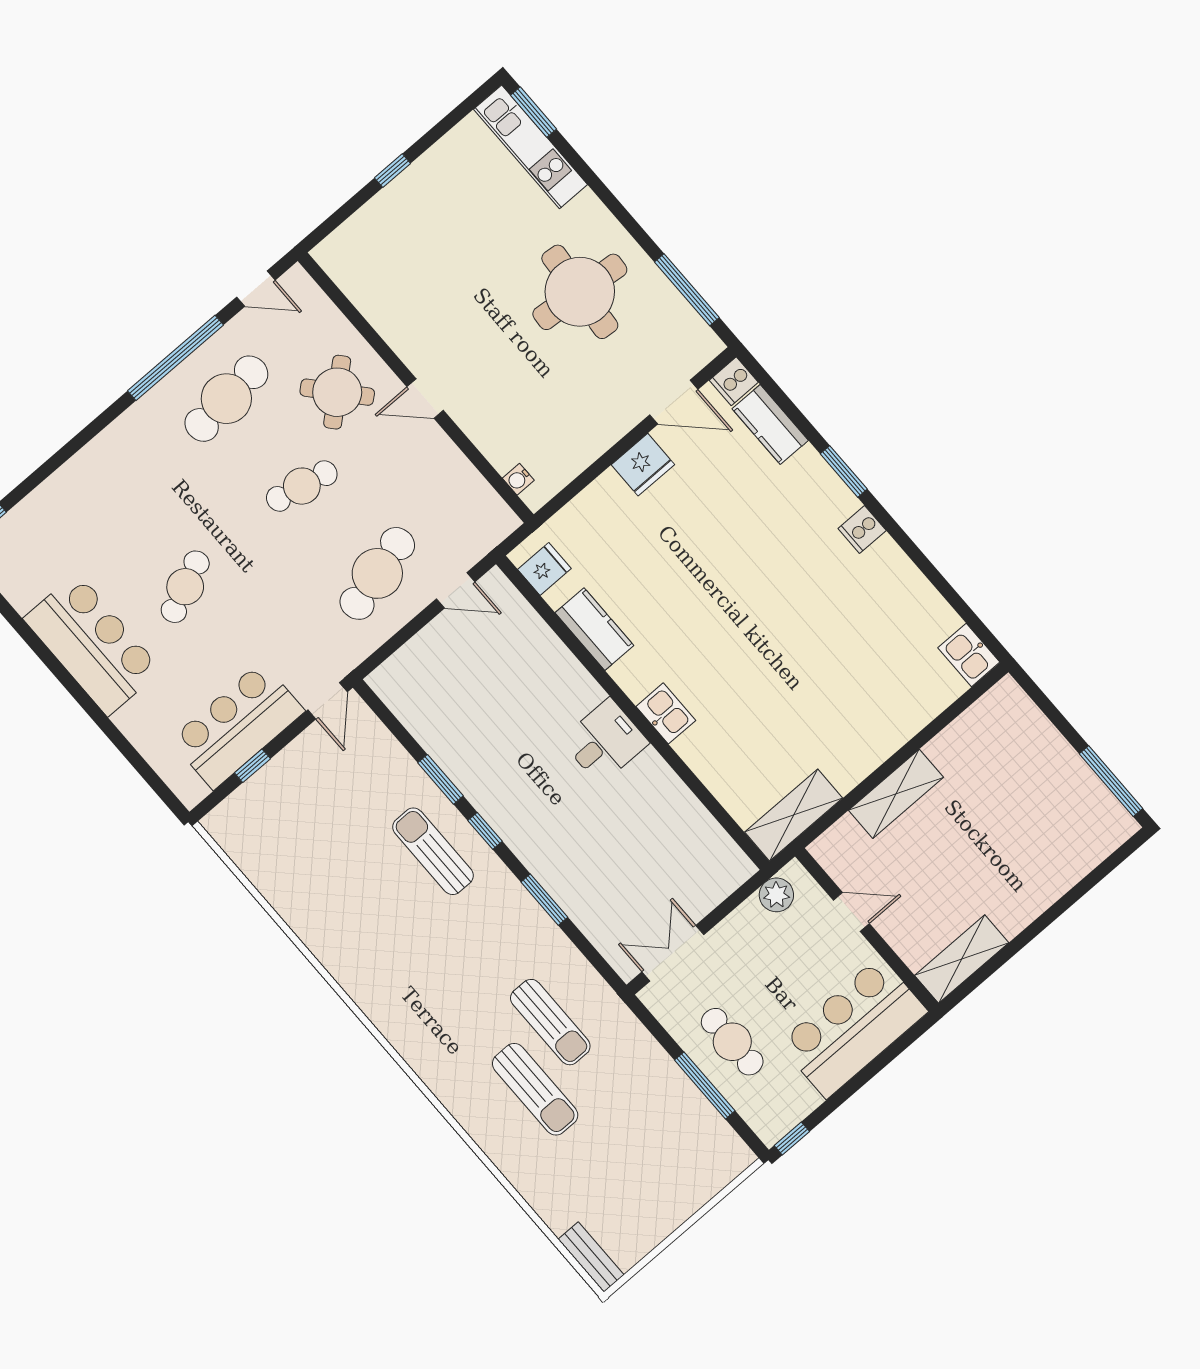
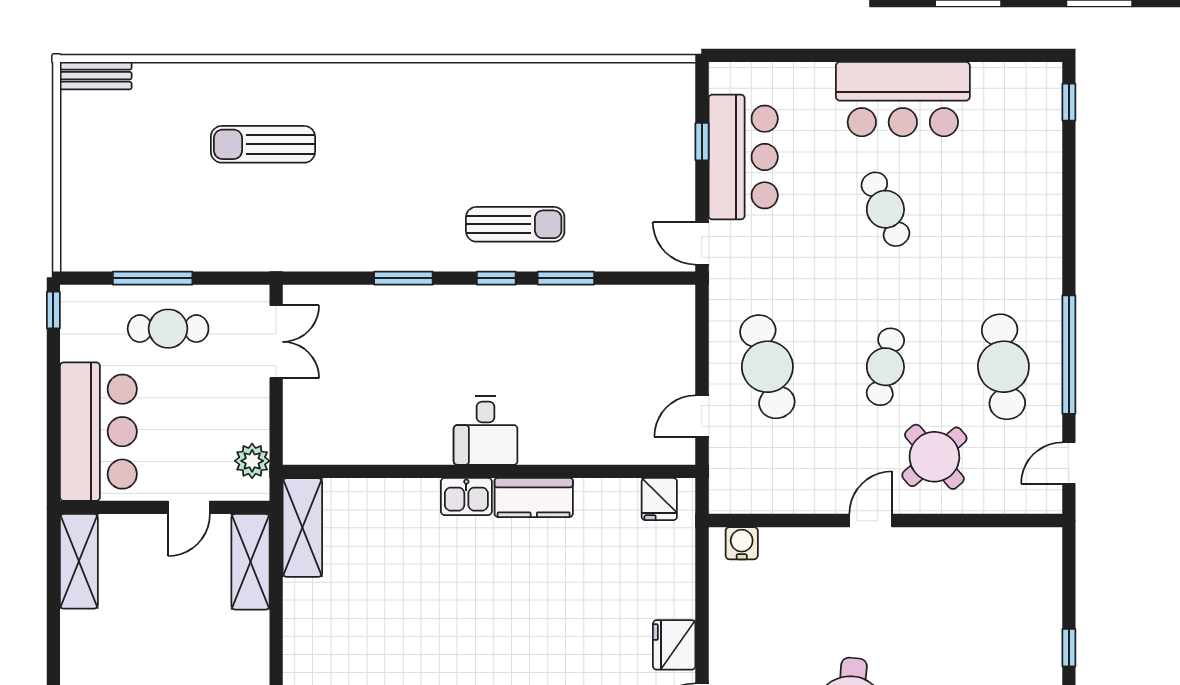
water cooler: (518, 479) -> (742, 543), width x1.38, depth x1.38
kitchen counter: (594, 629) -> (534, 498), moved
shelving: (896, 794) -> (250, 562), moved
sun lounger: (550, 1022) -> (305, 201), removed

